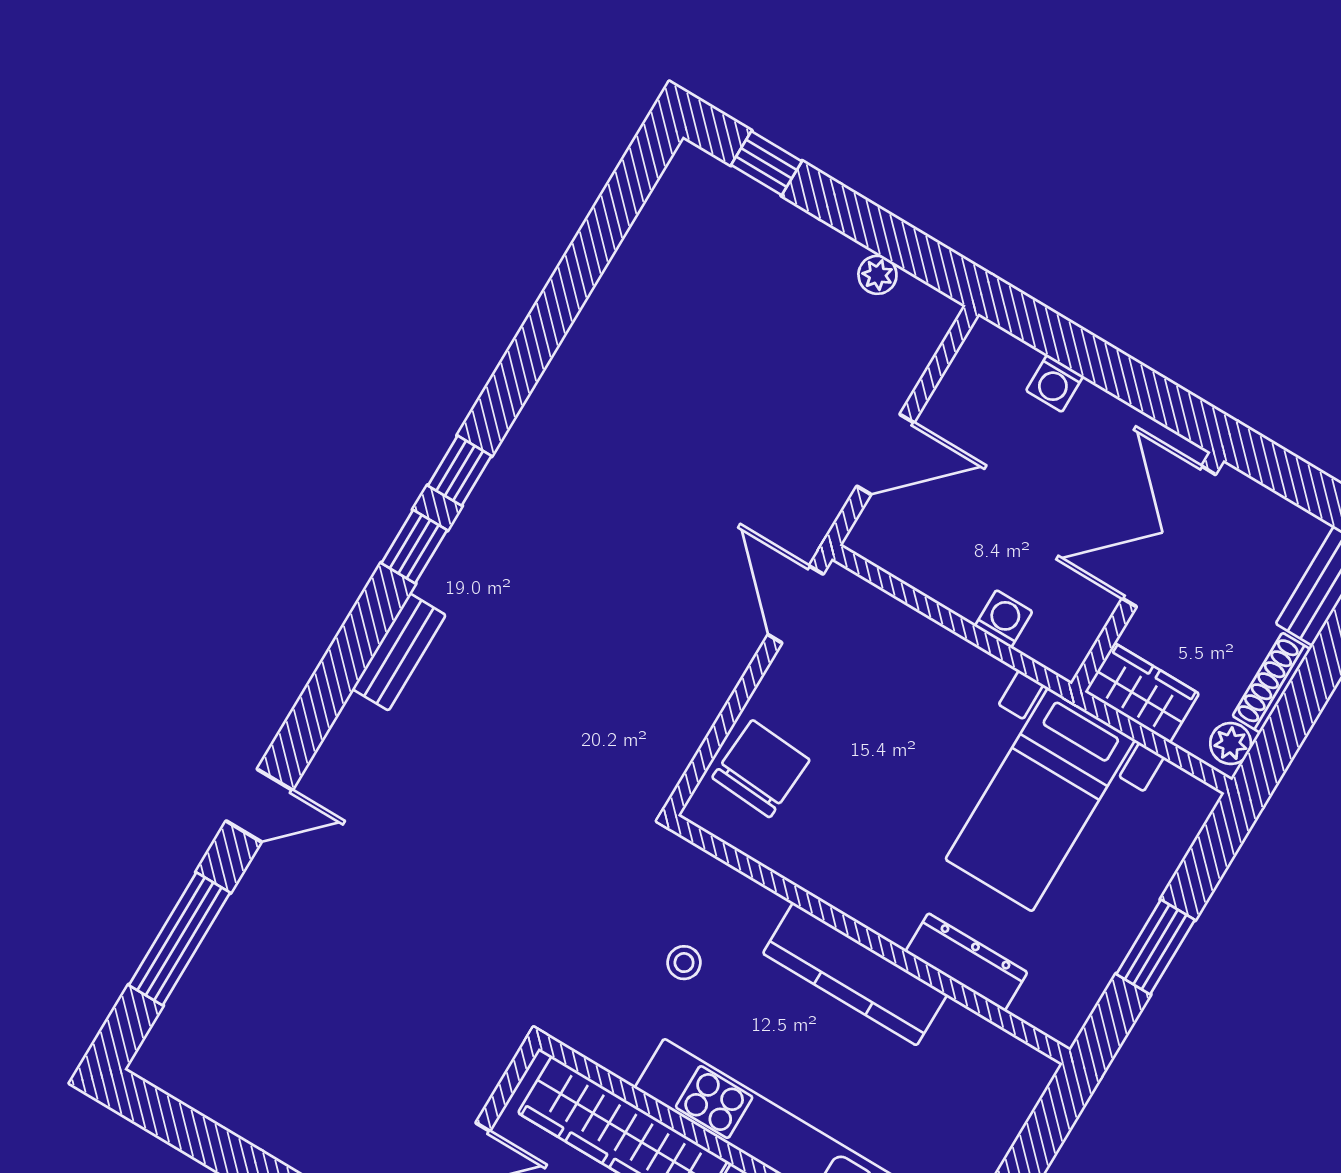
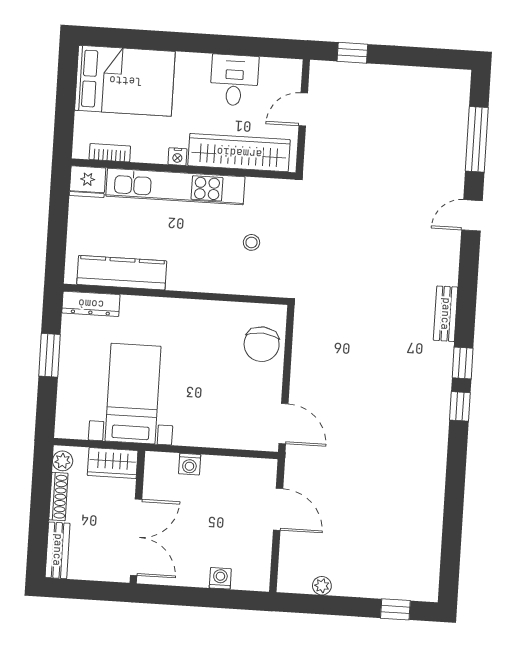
door: (885, 454) -> (278, 509), swing flipped
dresser: (966, 962) -> (91, 304), moved
kitchen counter: (855, 974) -> (122, 273), moved

